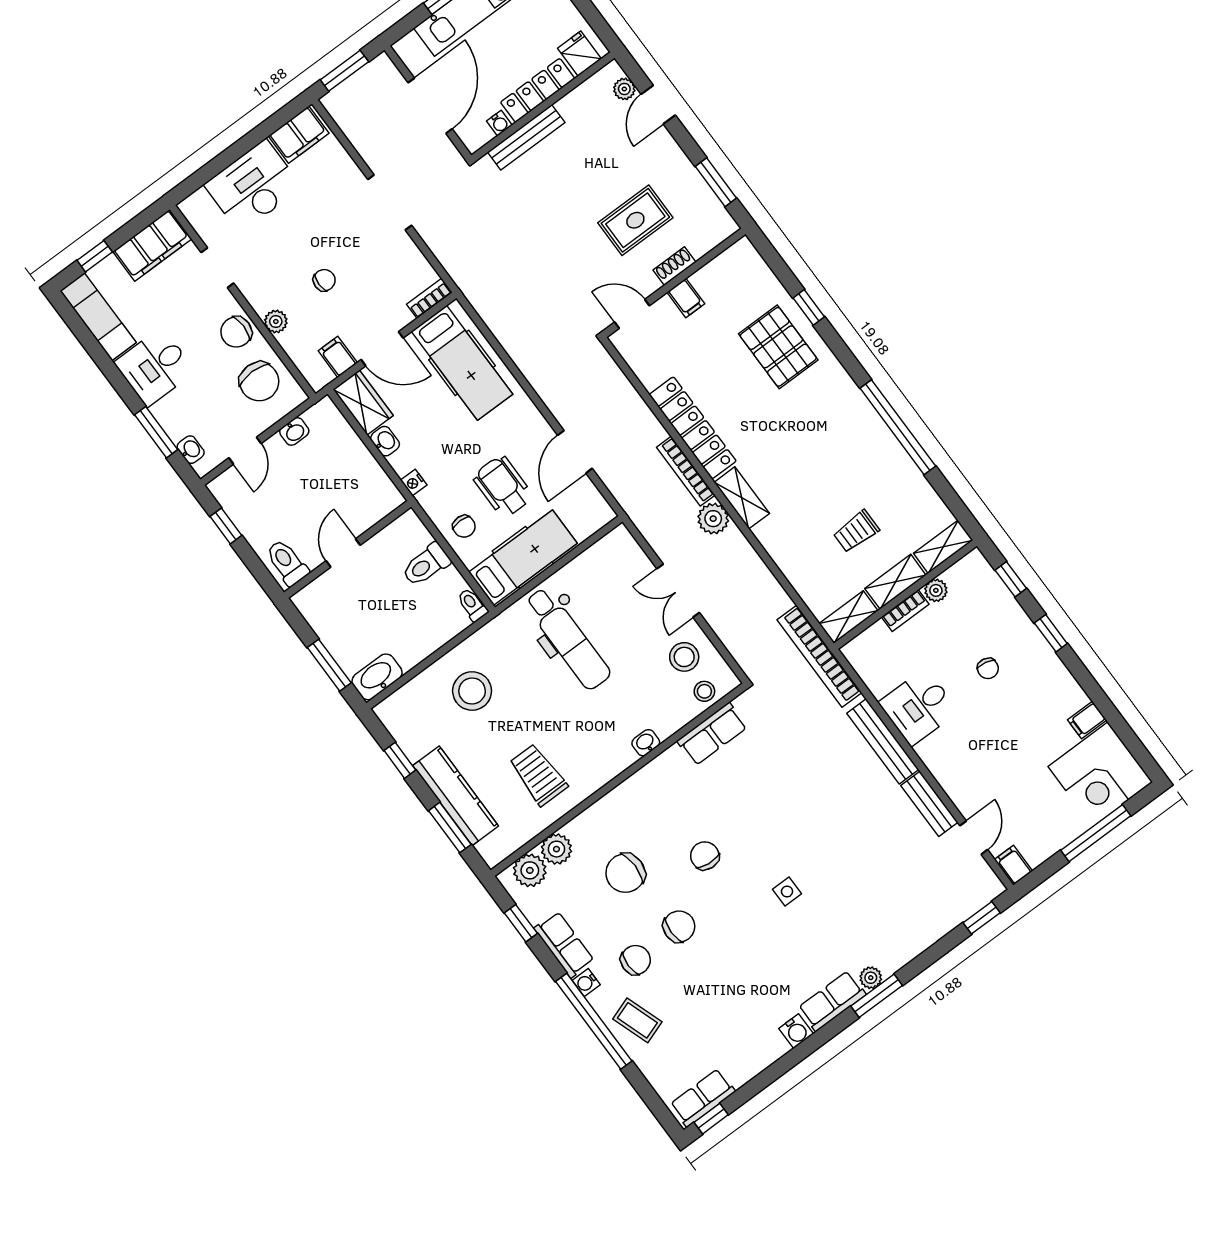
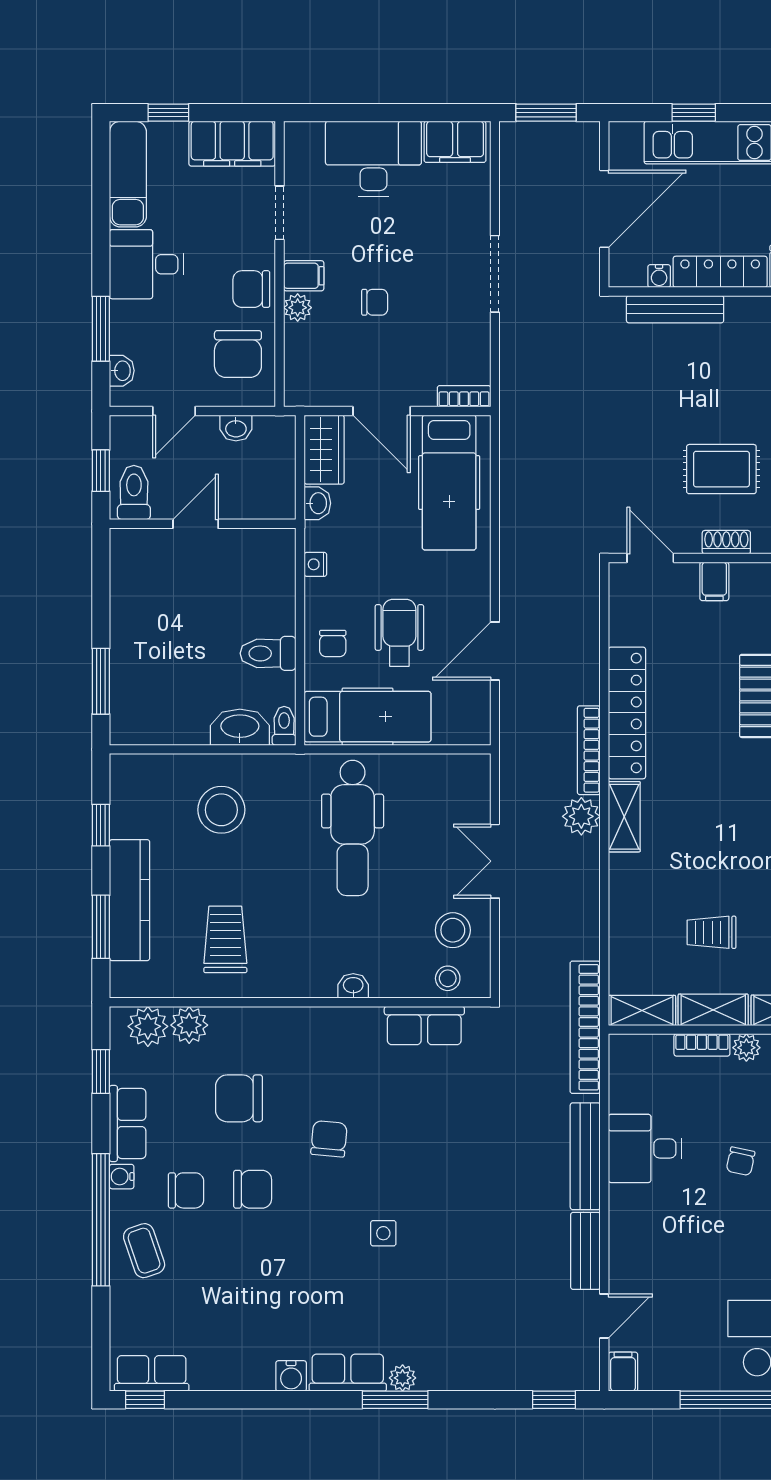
filing cabinet: (338, 357) -> (304, 276), moved, turned 90
wall: (348, 550) -> (203, 524), moved
door: (343, 553) -> (196, 524), moved
toilet: (287, 563) -> (134, 493), moved
washbasin: (377, 677) -> (240, 727), moved

